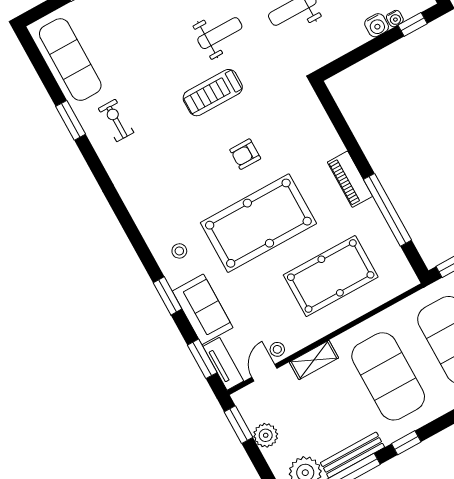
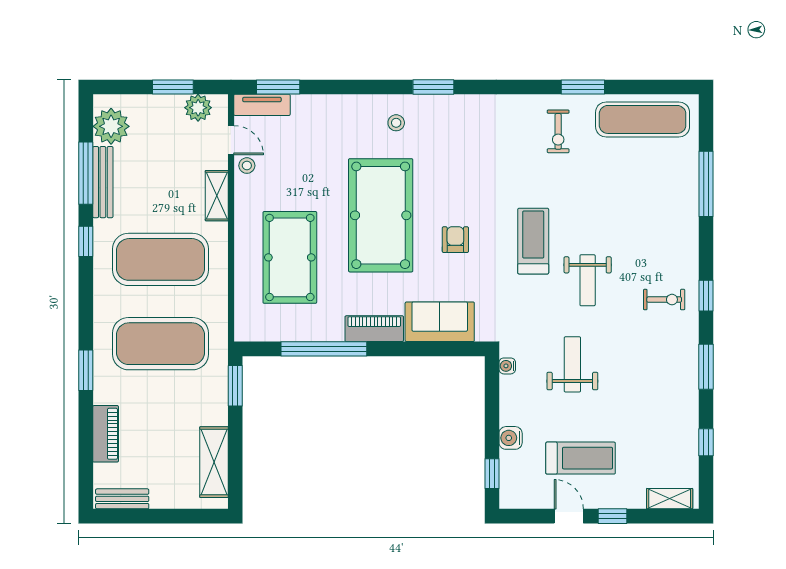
water cooler: (395, 19) -> (507, 366), moved
exercise bike: (116, 120) -> (558, 131), turned 90
window: (168, 296) -> (433, 87), moved
sofa: (203, 309) -> (440, 322), moved, turned 180
window: (239, 425) -> (173, 87), moved
plant: (266, 435) -> (198, 108), moved

